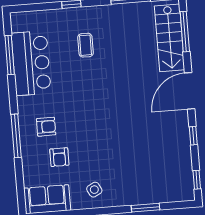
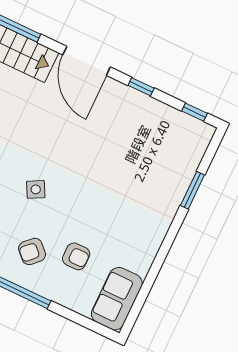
armchair: (46, 127) -> (32, 251), turned -135
side table: (94, 190) -> (36, 189), moved

